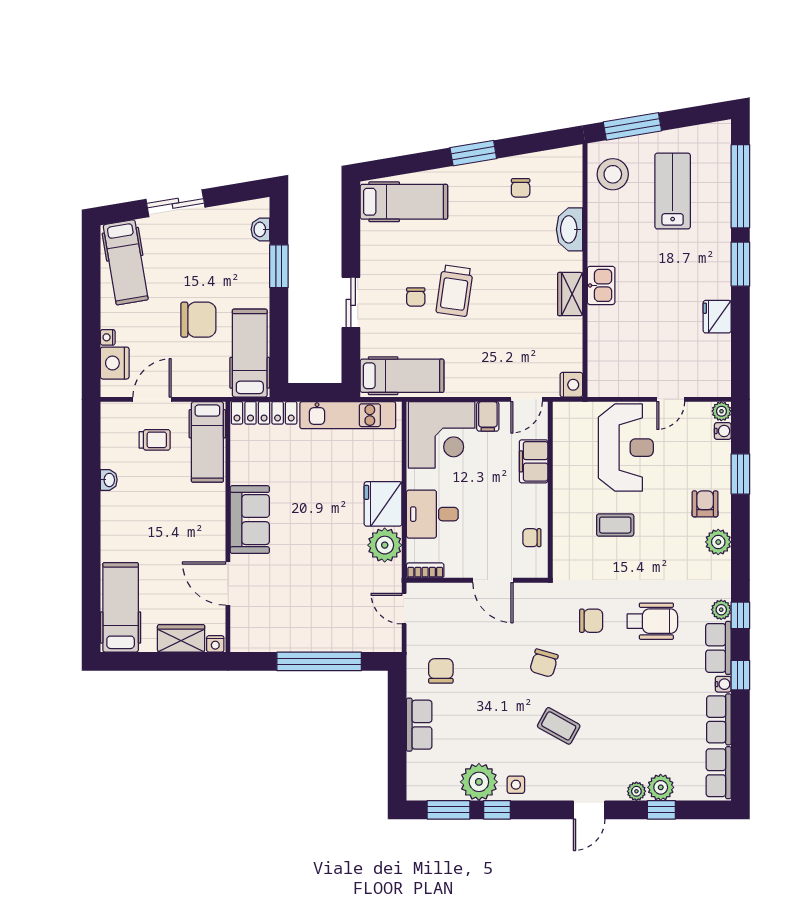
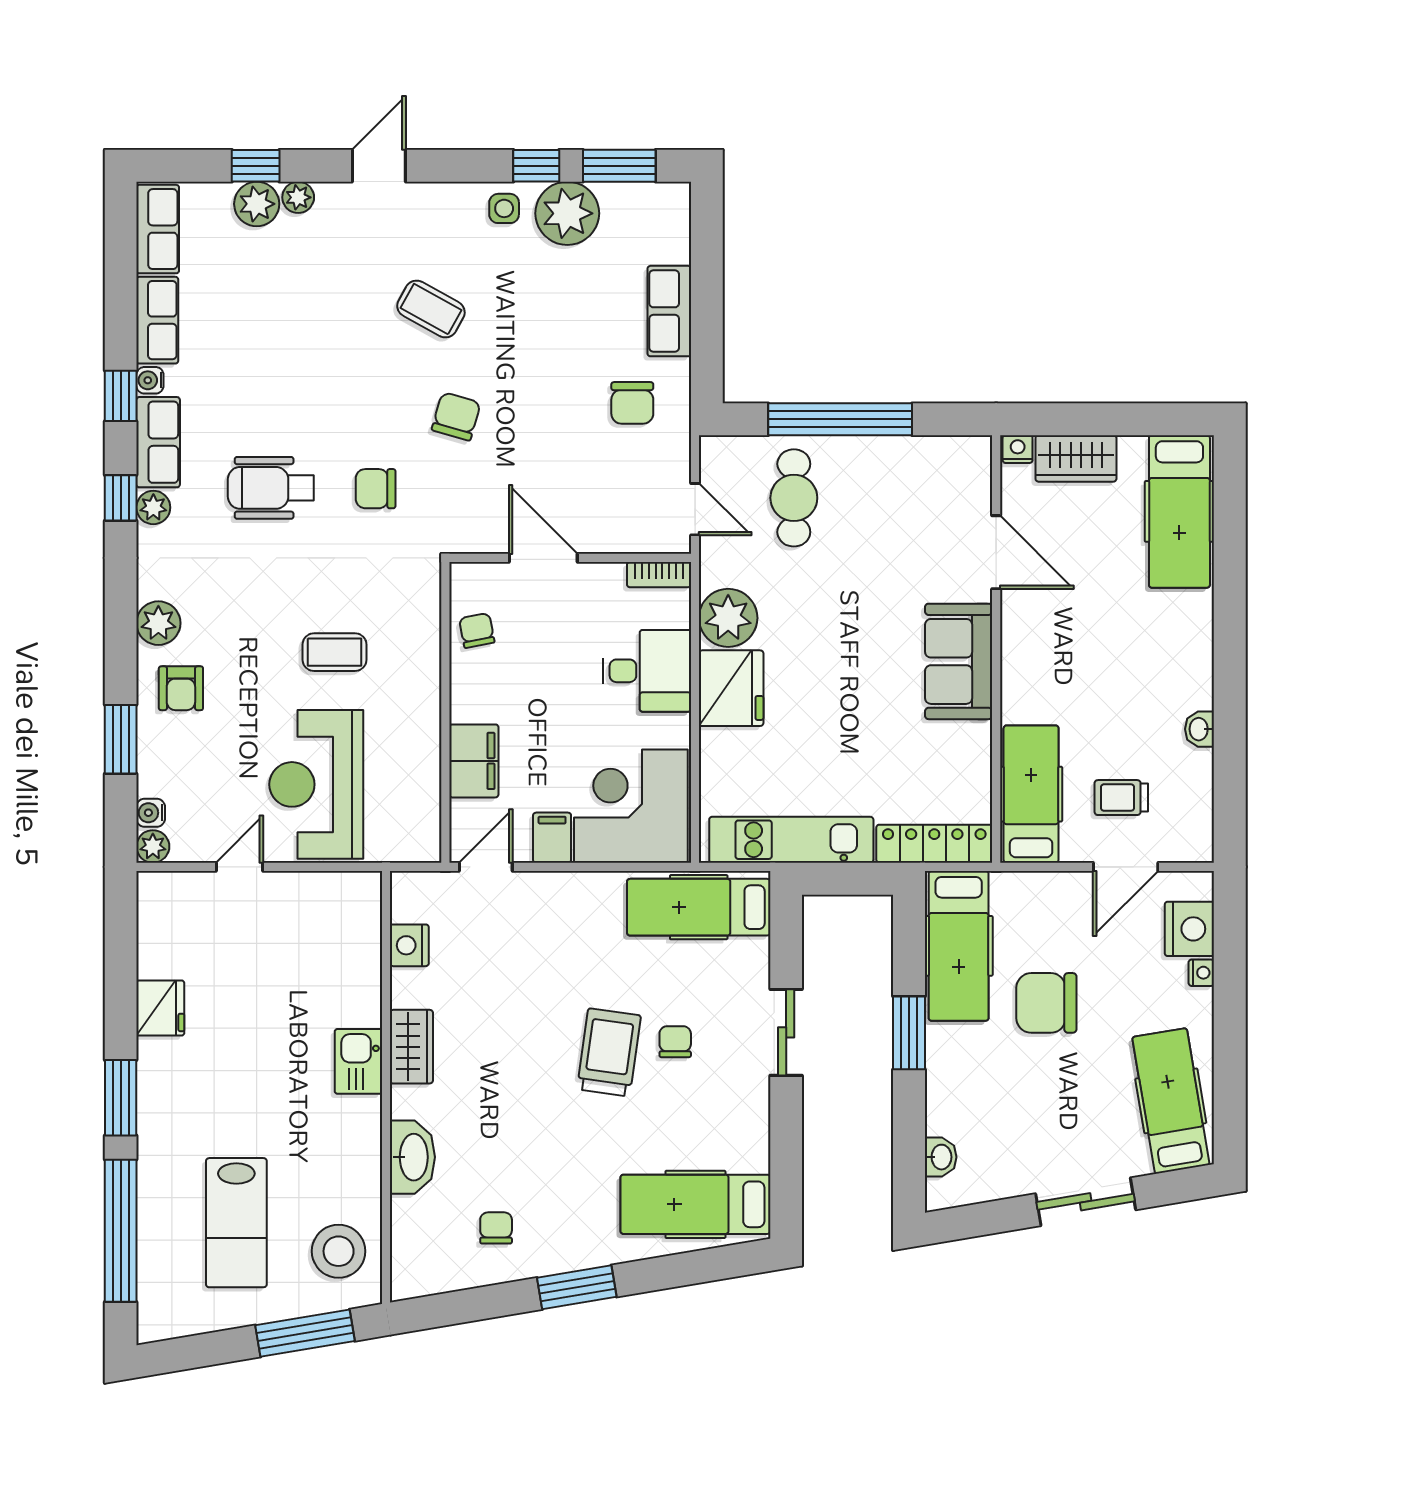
window: (279, 266) -> (909, 1033), moved
nightstand: (571, 385) -> (409, 945), moved
chair: (532, 538) -> (477, 630), turned -101
cafe table: (346, 615) -> (794, 498), added

